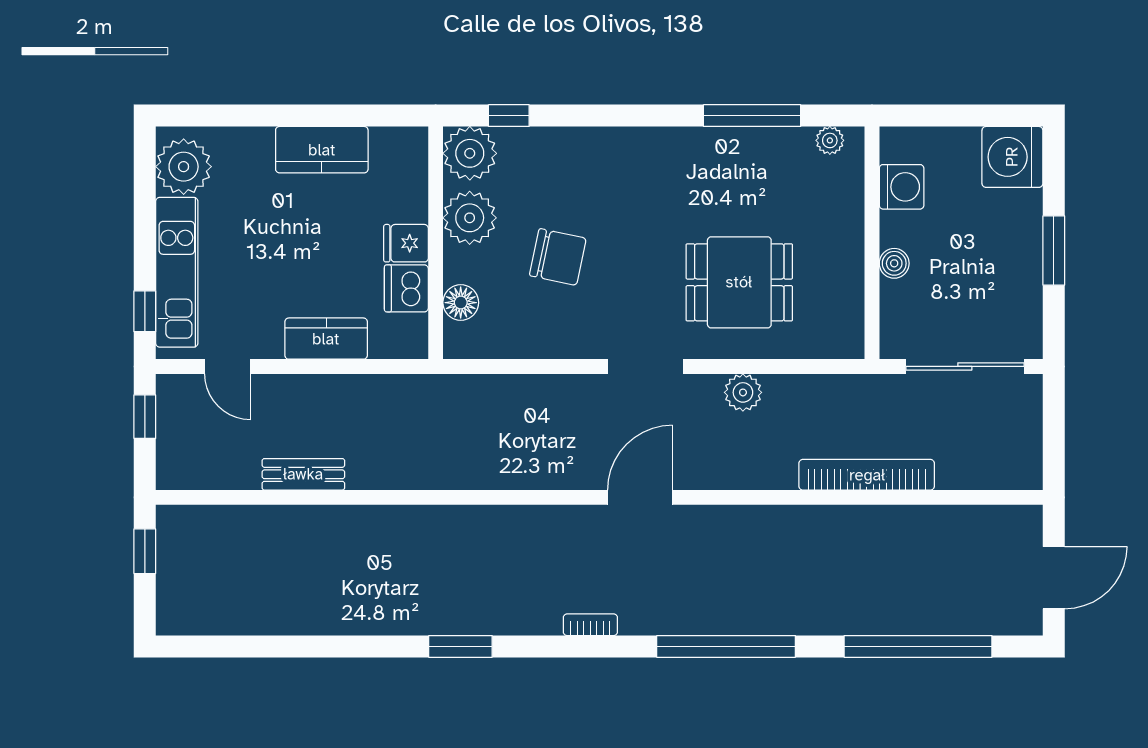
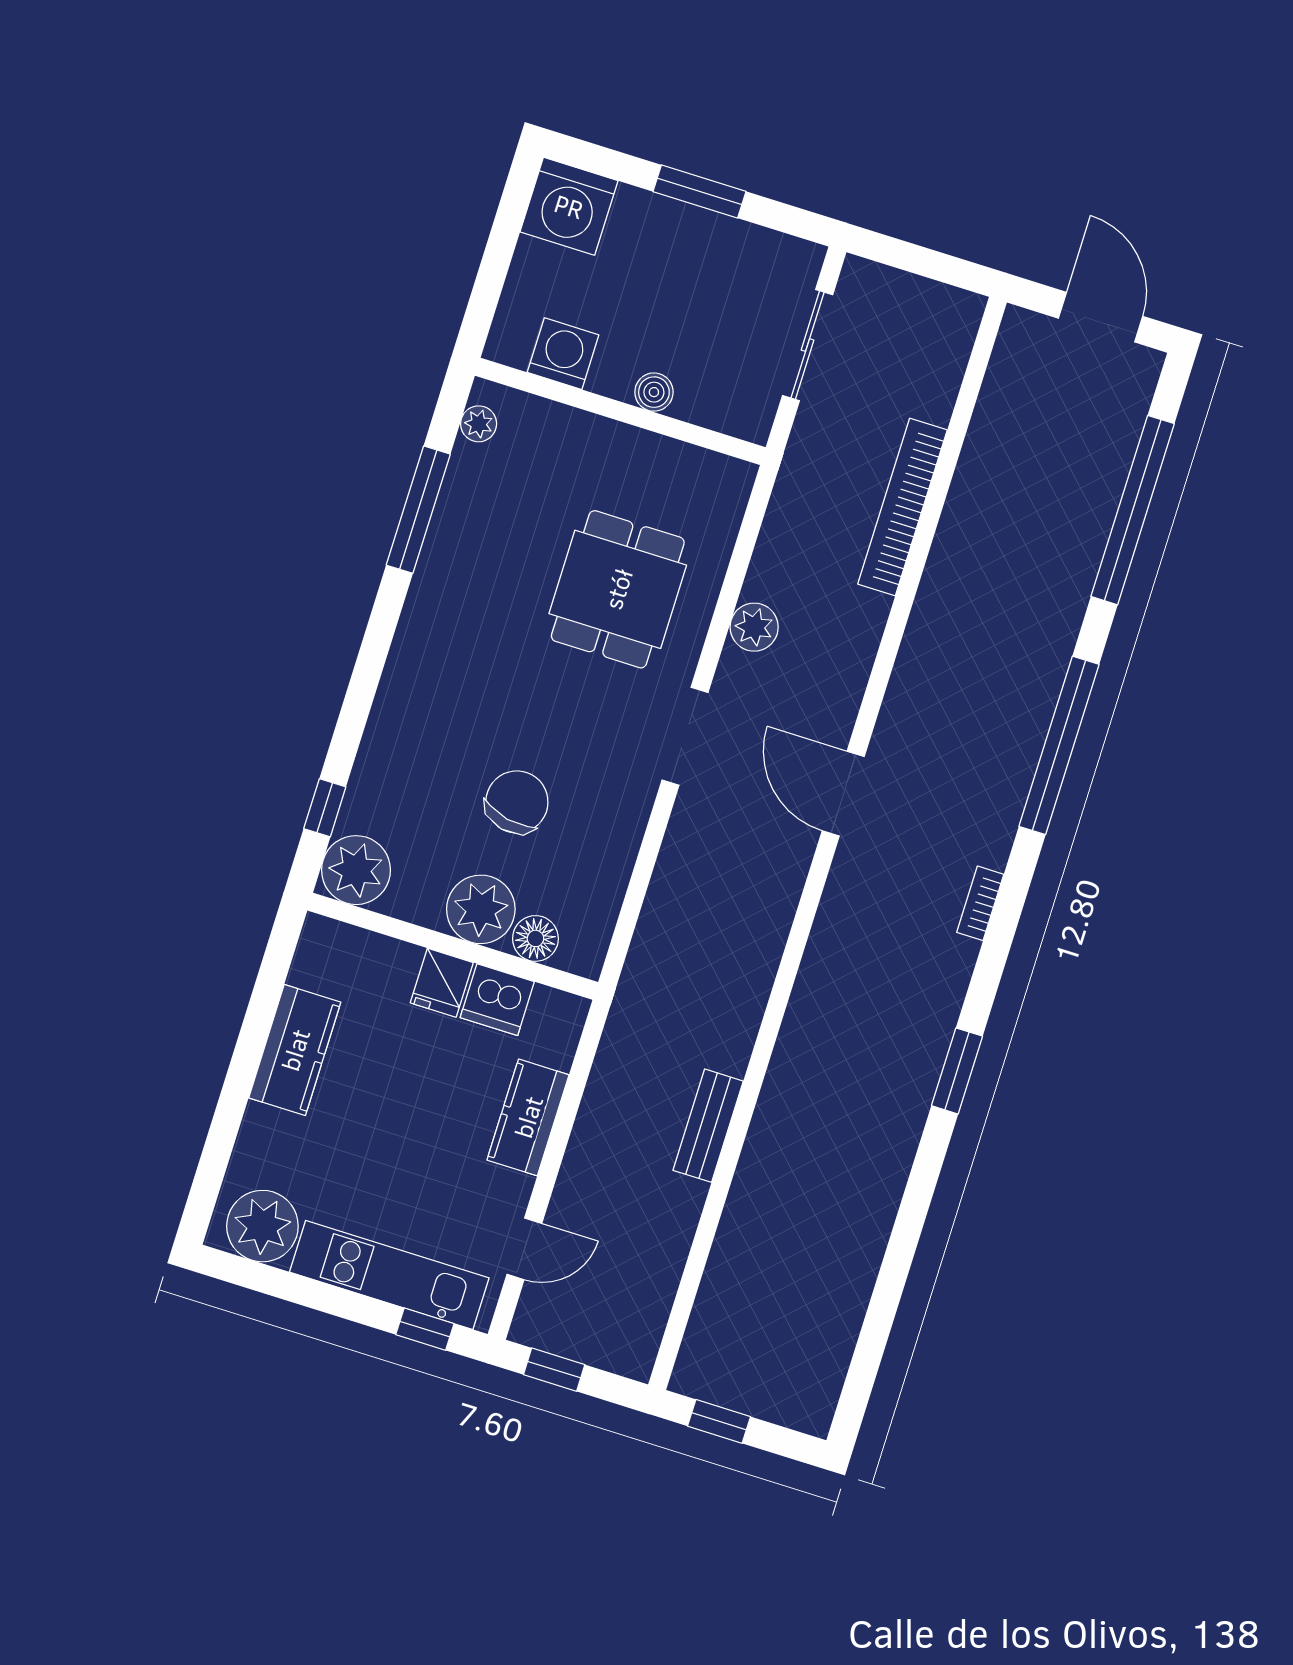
plant: (470, 218) -> (481, 909), moved
sliding door: (965, 366) -> (808, 345), width x0.73
bench: (303, 474) -> (708, 1126), moved

